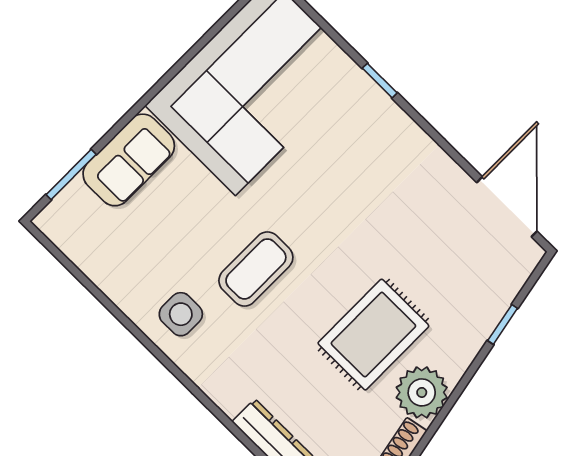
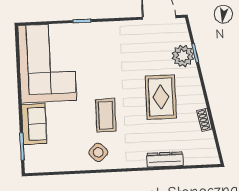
side table: (181, 314) -> (98, 152), turned 45
plant: (422, 392) -> (183, 56), moved

